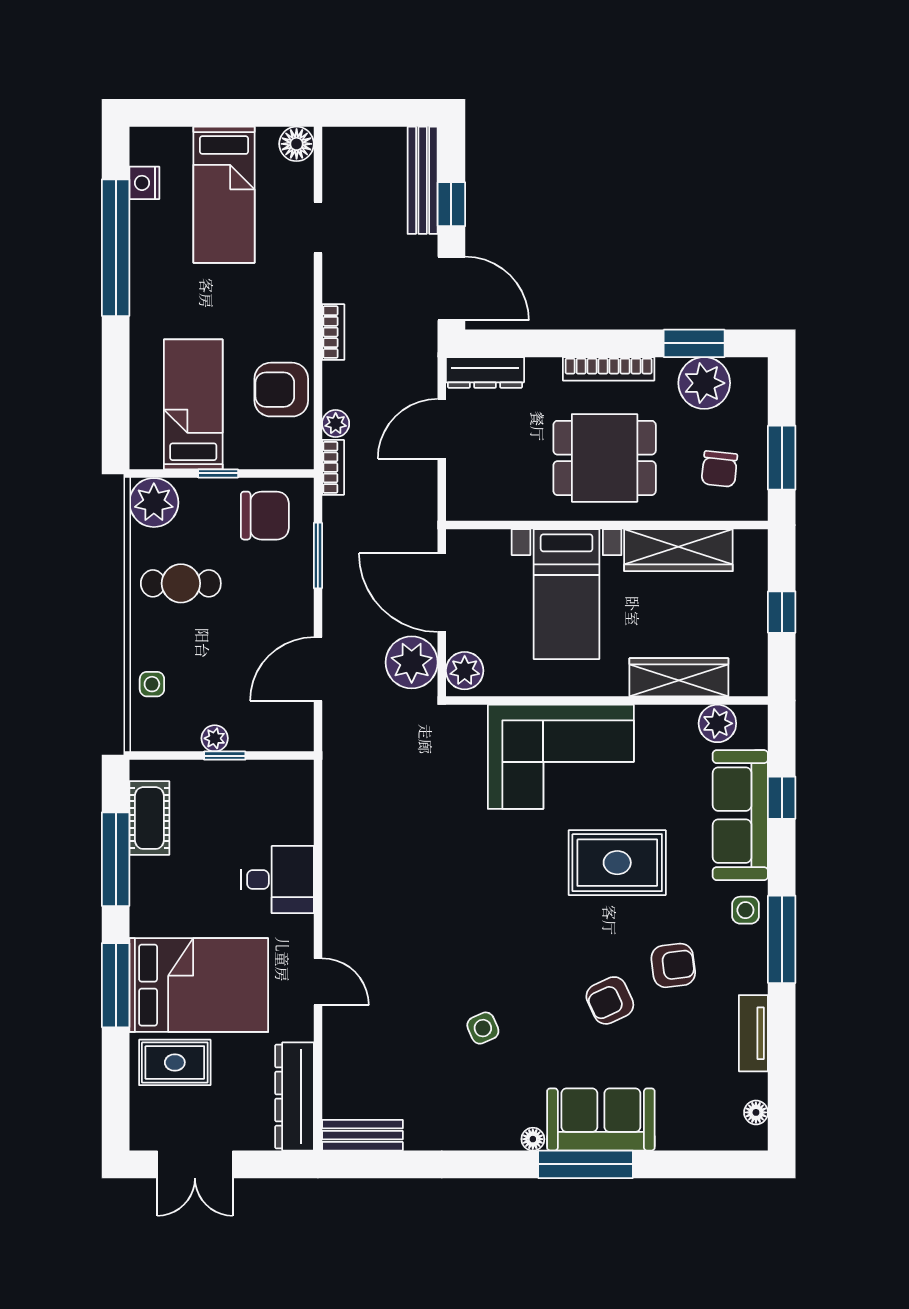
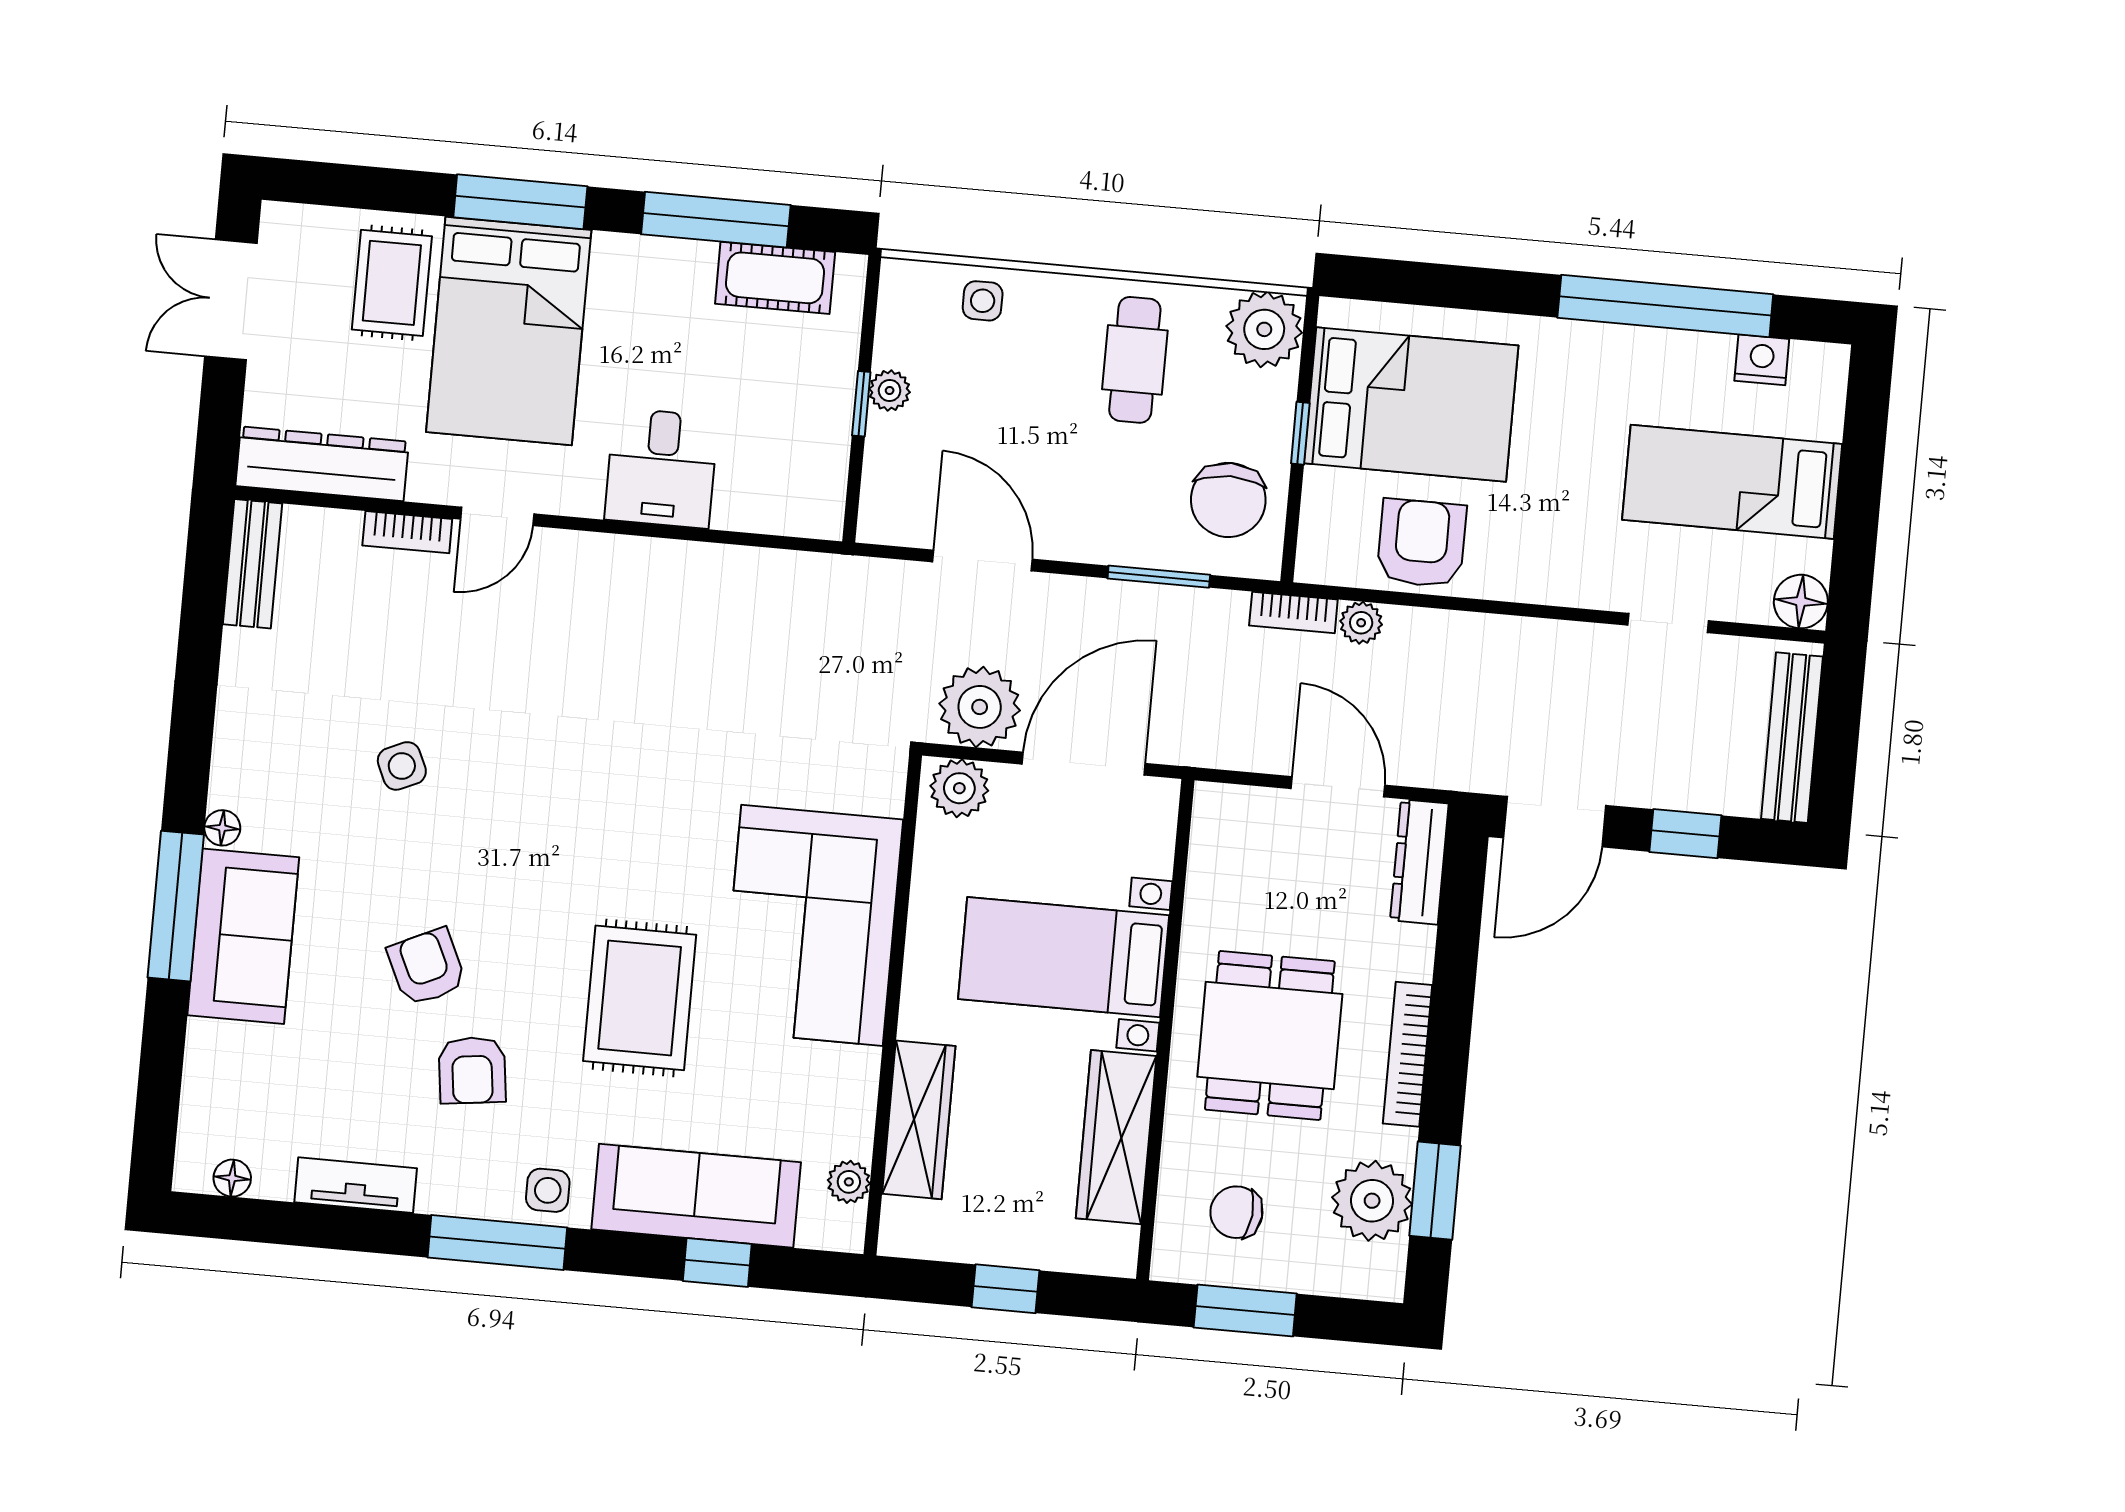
bench: (423, 180) -> (1792, 738), moved, turned 90
bookcase: (333, 332) -> (407, 532), moved
bed: (193, 404) -> (1411, 404), width x1.50
plant: (717, 723) -> (849, 1182), width x0.73, depth x0.73

